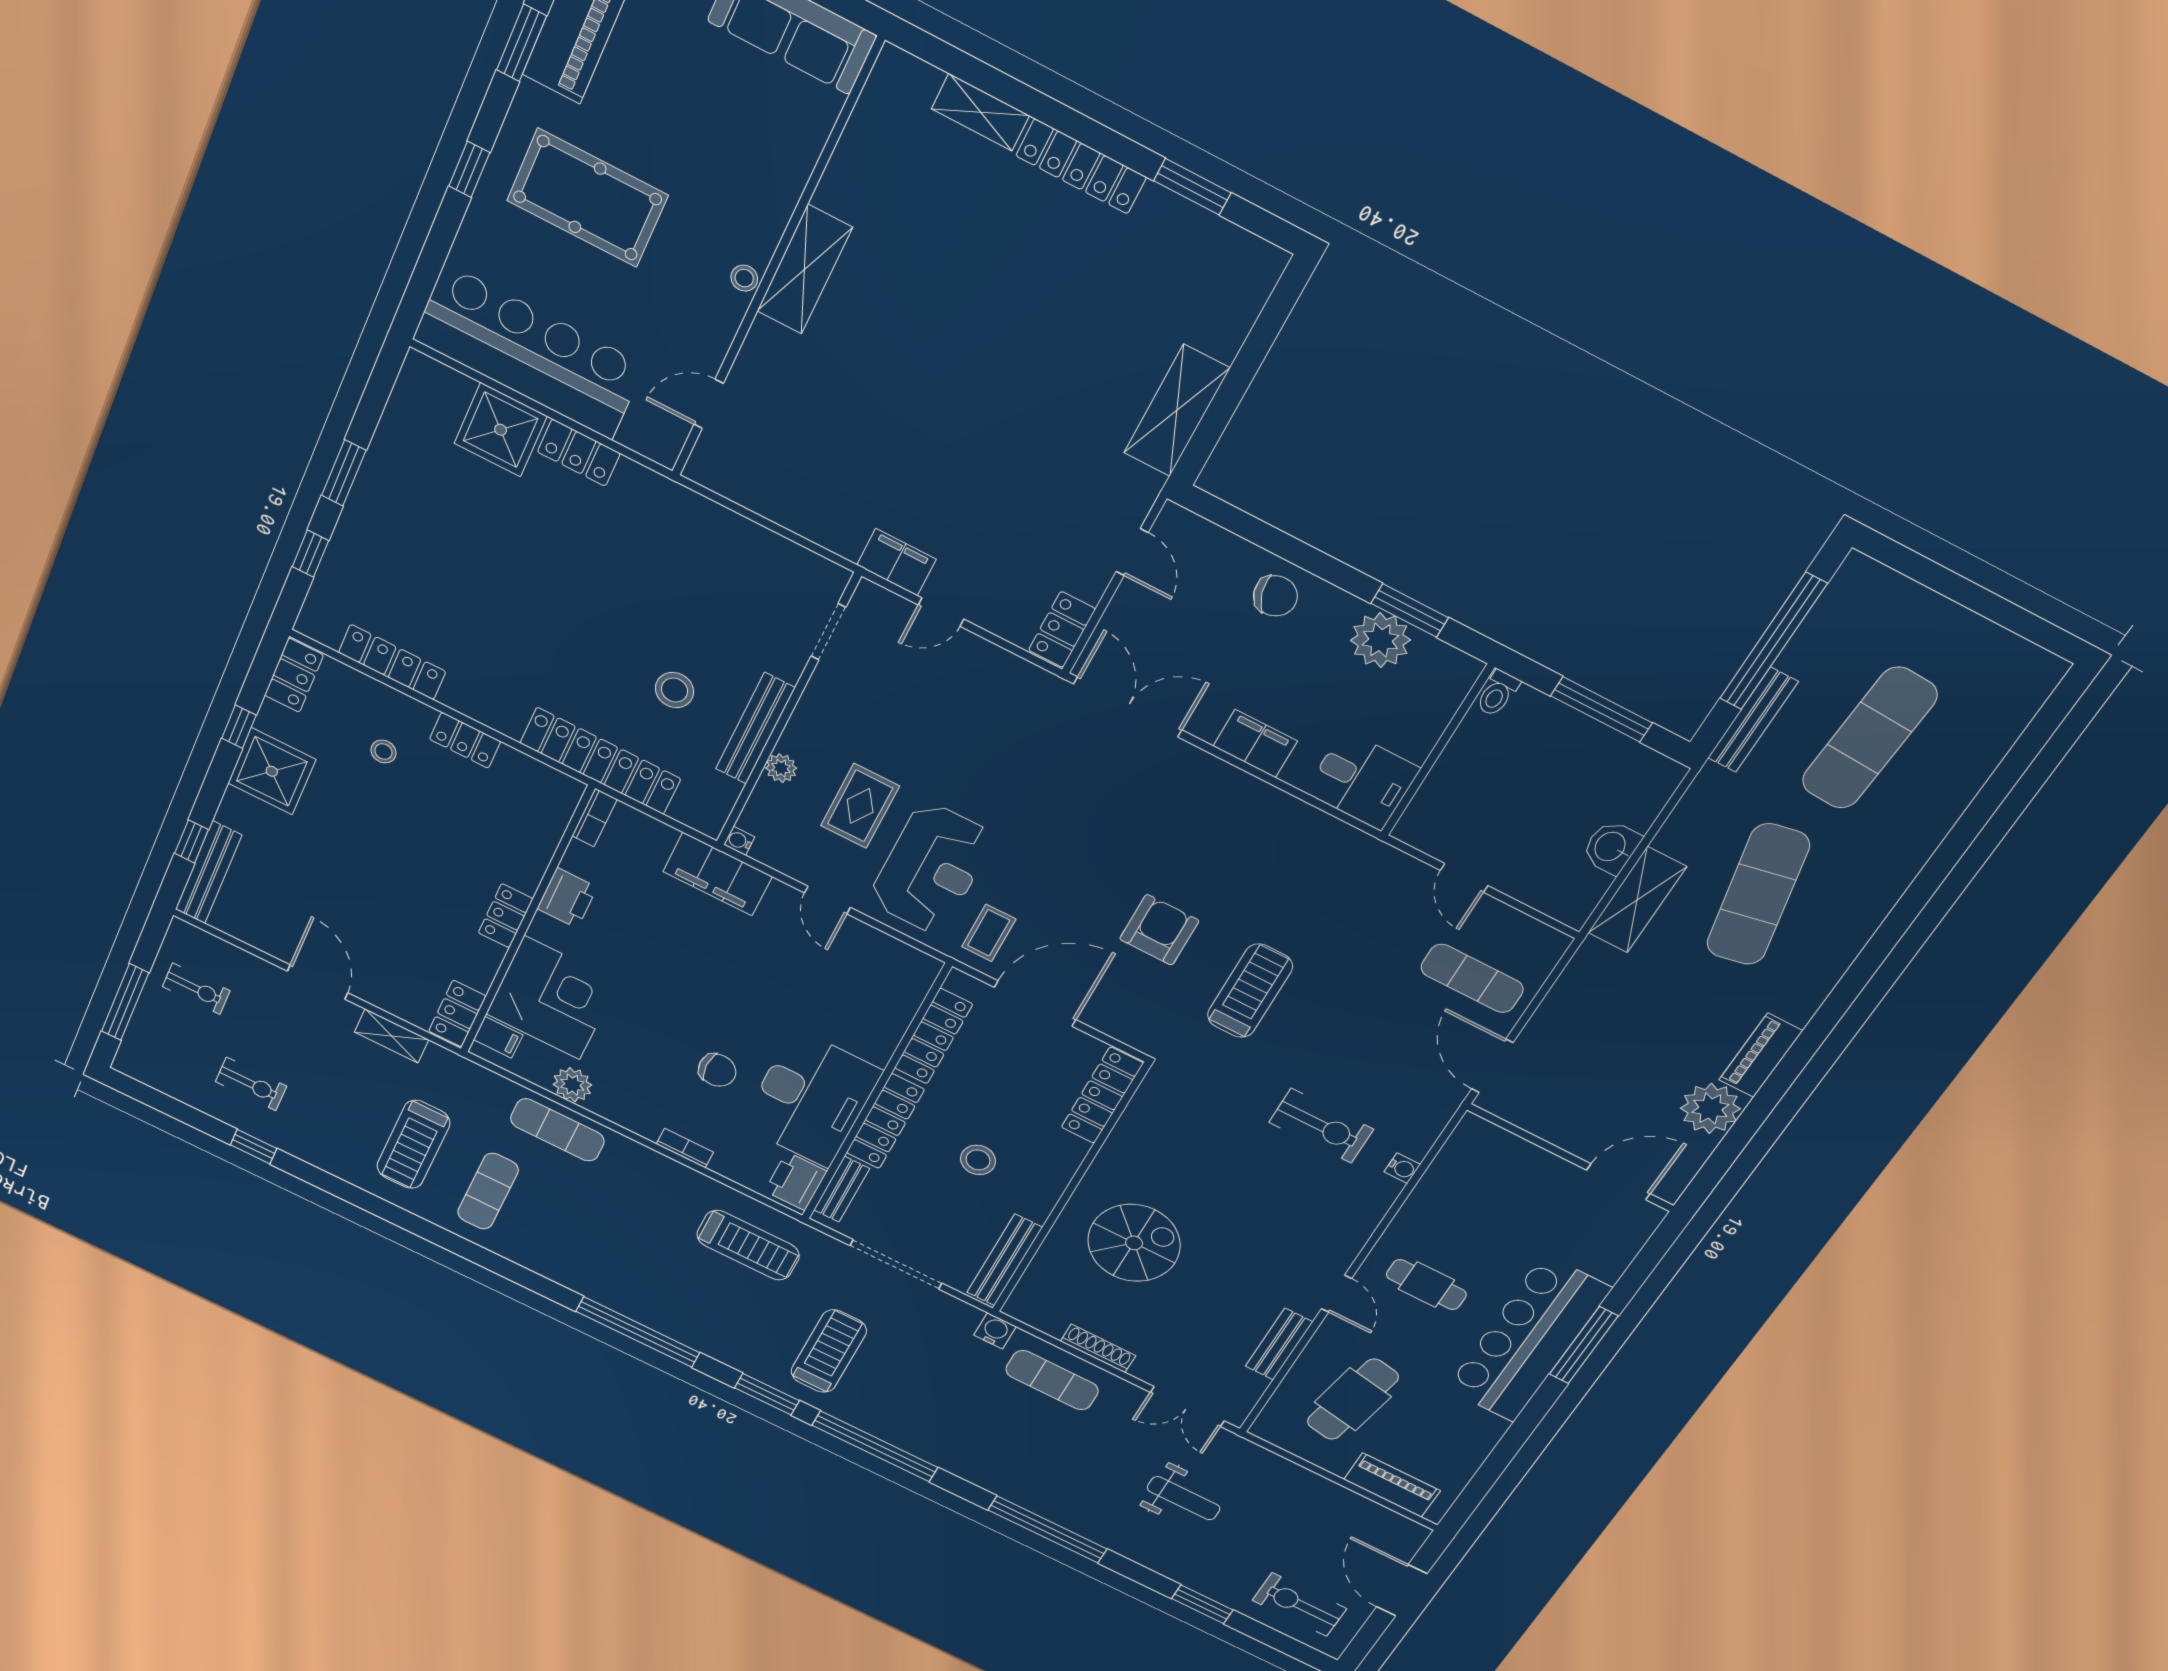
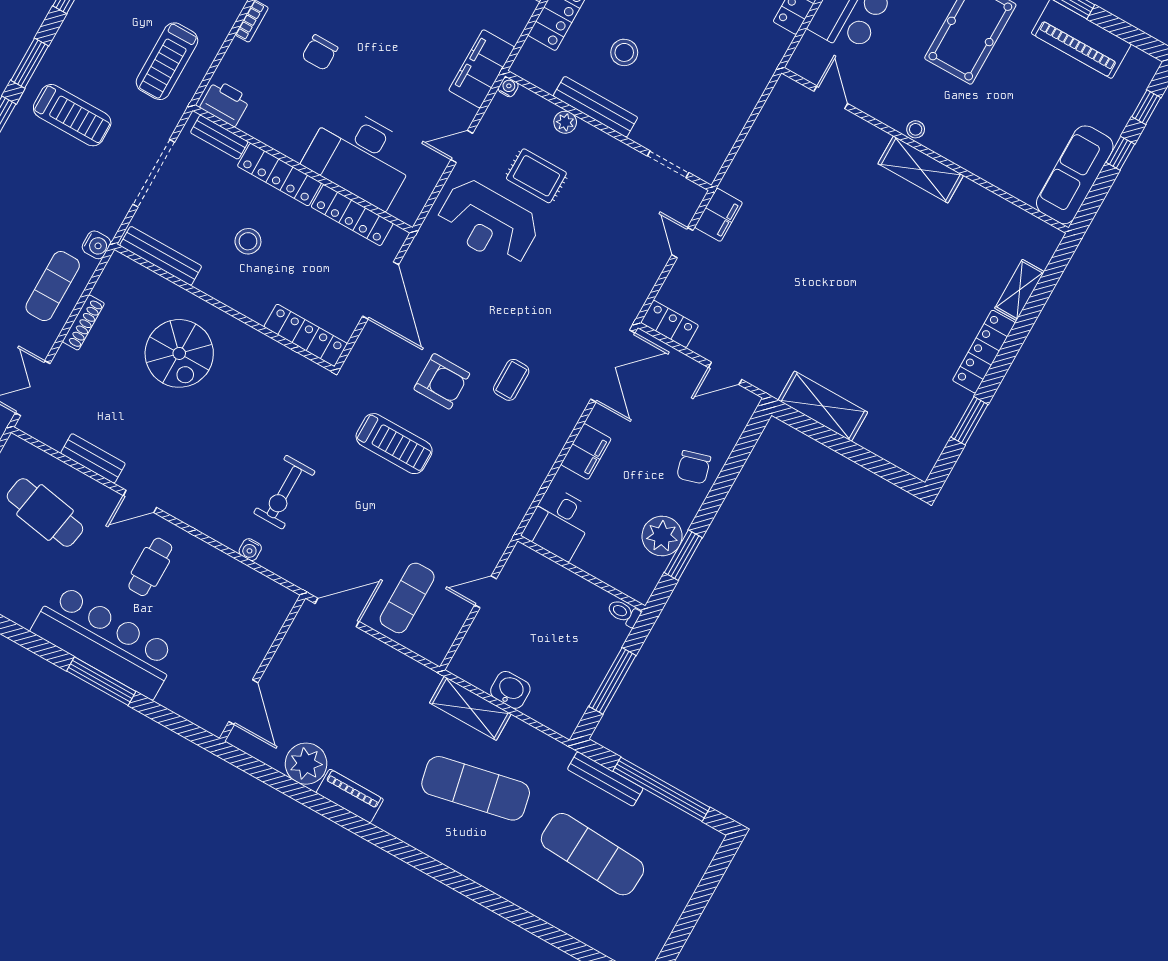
coffee table: (989, 933) -> (511, 380), moved, turned 90
desk: (811, 1098) -> (361, 156), moved

